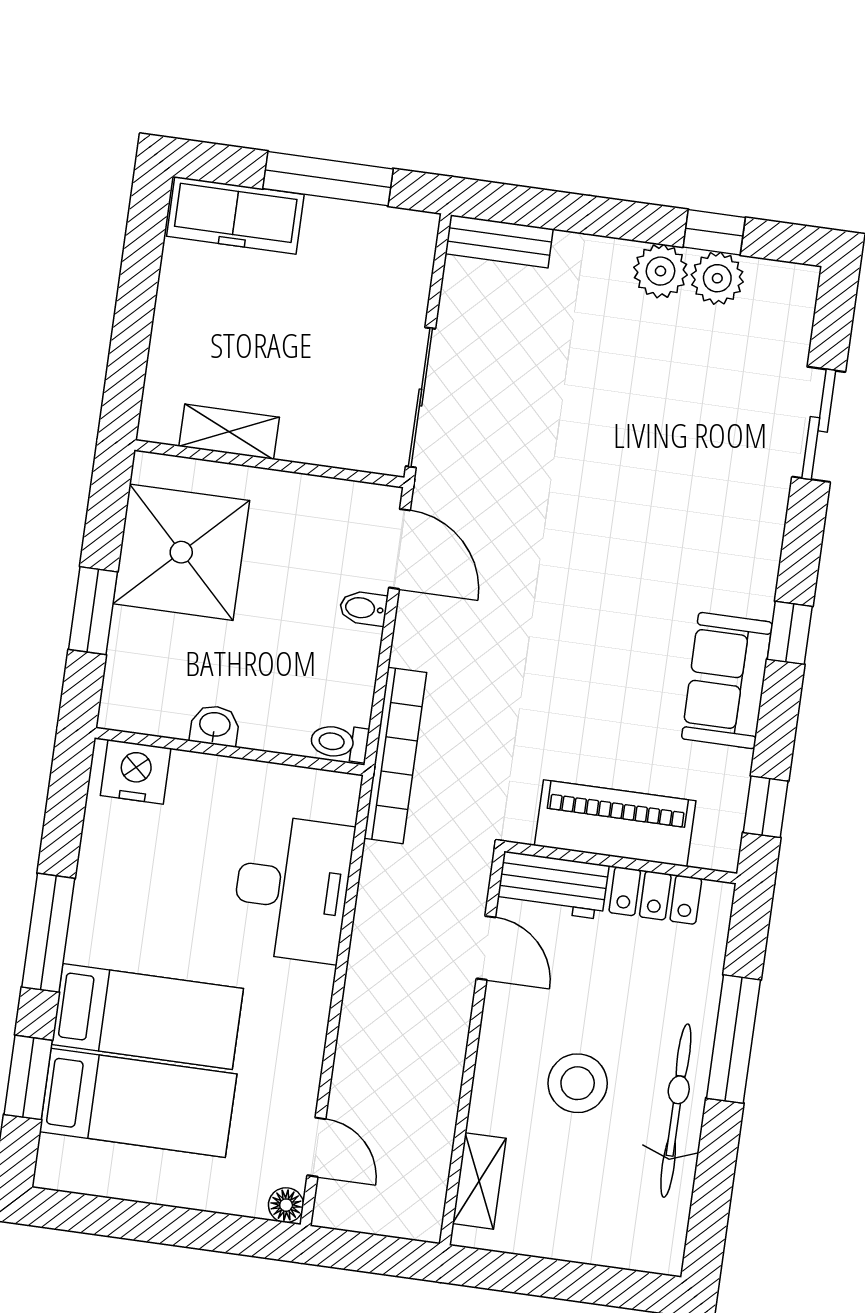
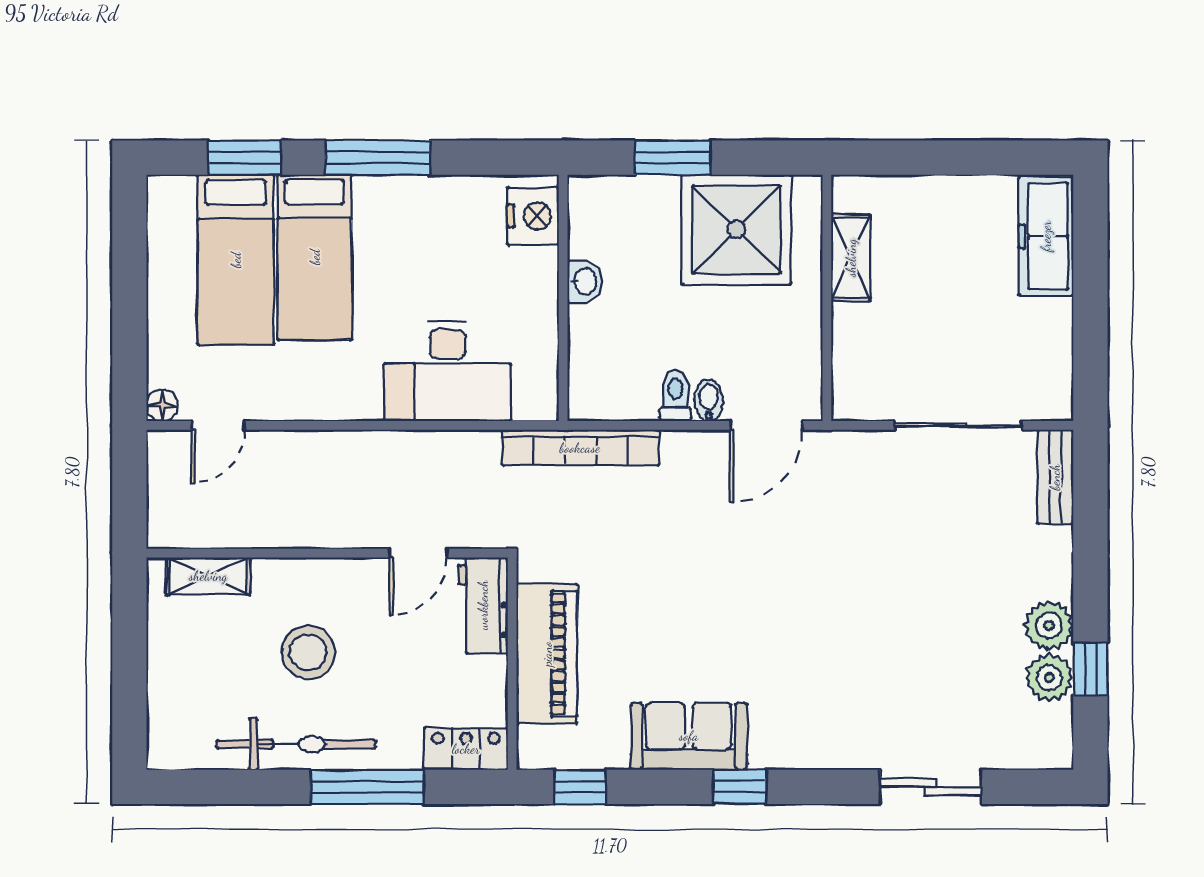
window: (328, 179) -> (1090, 315), removed
sliding door: (420, 397) -> (958, 425), moved
toilet: (339, 742) -> (675, 396), moved
locker: (655, 896) -> (466, 749), moved, turned 90

